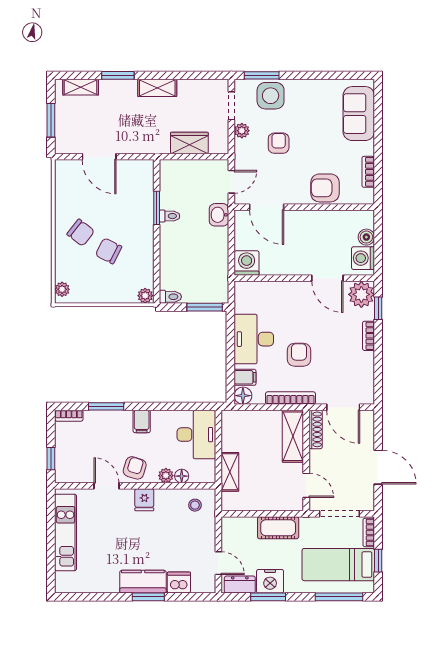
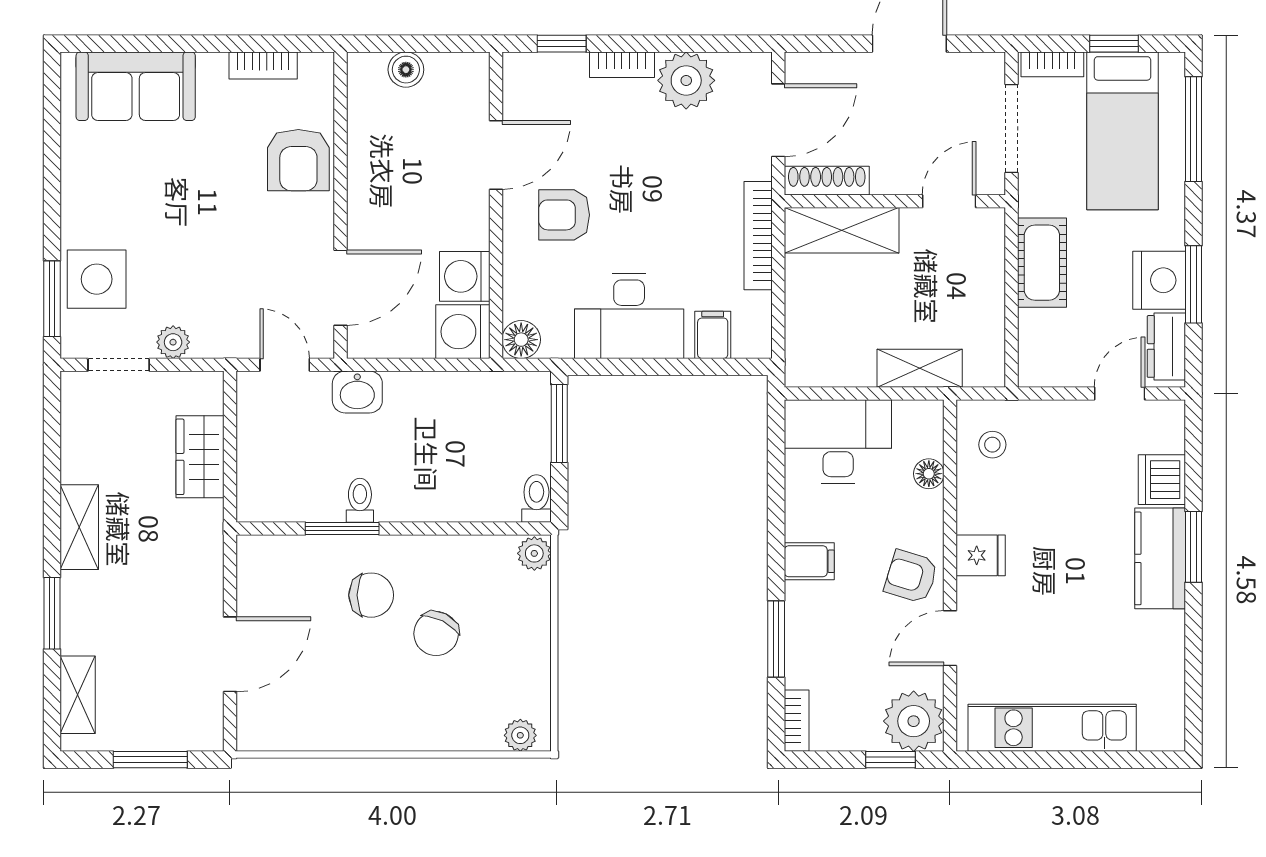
armchair: (279, 143) -> (200, 262), removed
chair: (81, 233) -> (371, 595), moved, turned 52
washing machine: (363, 258) -> (465, 276), moved, turned 90
plant: (361, 294) -> (686, 80), moved
armchair: (299, 355) -> (564, 215), moved
floor lamp: (243, 396) -> (521, 340), moved
plant: (166, 476) -> (914, 721), moved, width x1.88, depth x1.88

